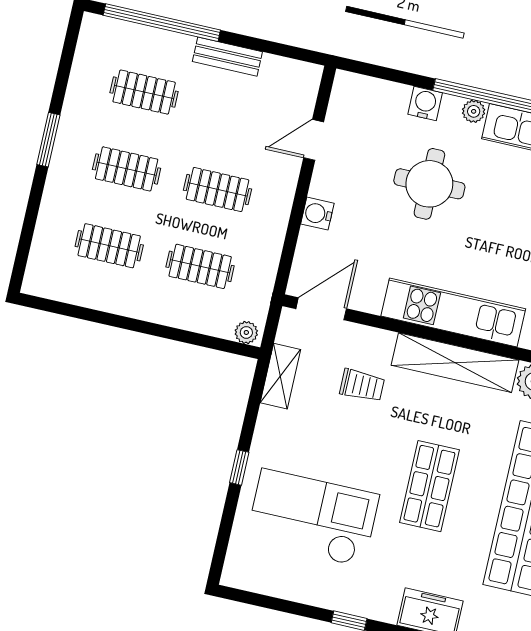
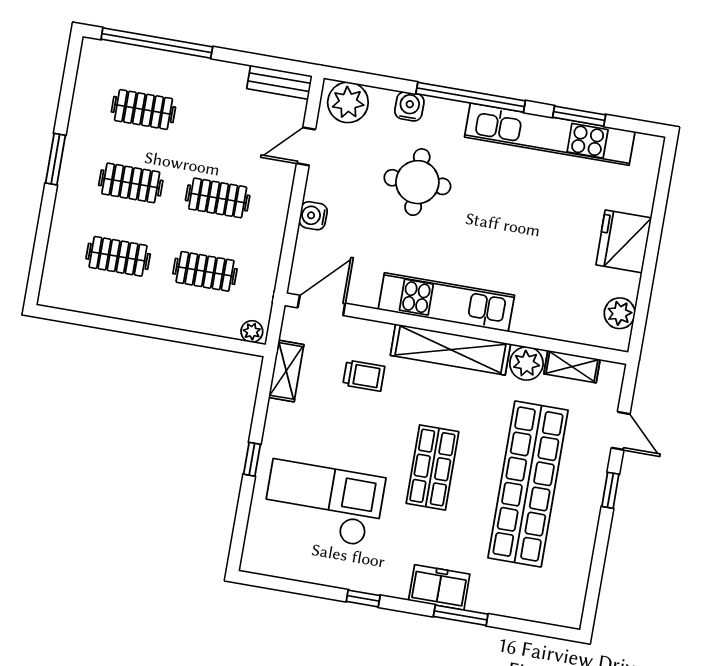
bench: (227, 57) -> (280, 82), moved
plant: (474, 111) -> (348, 102), moved, width x1.87, depth x1.87

